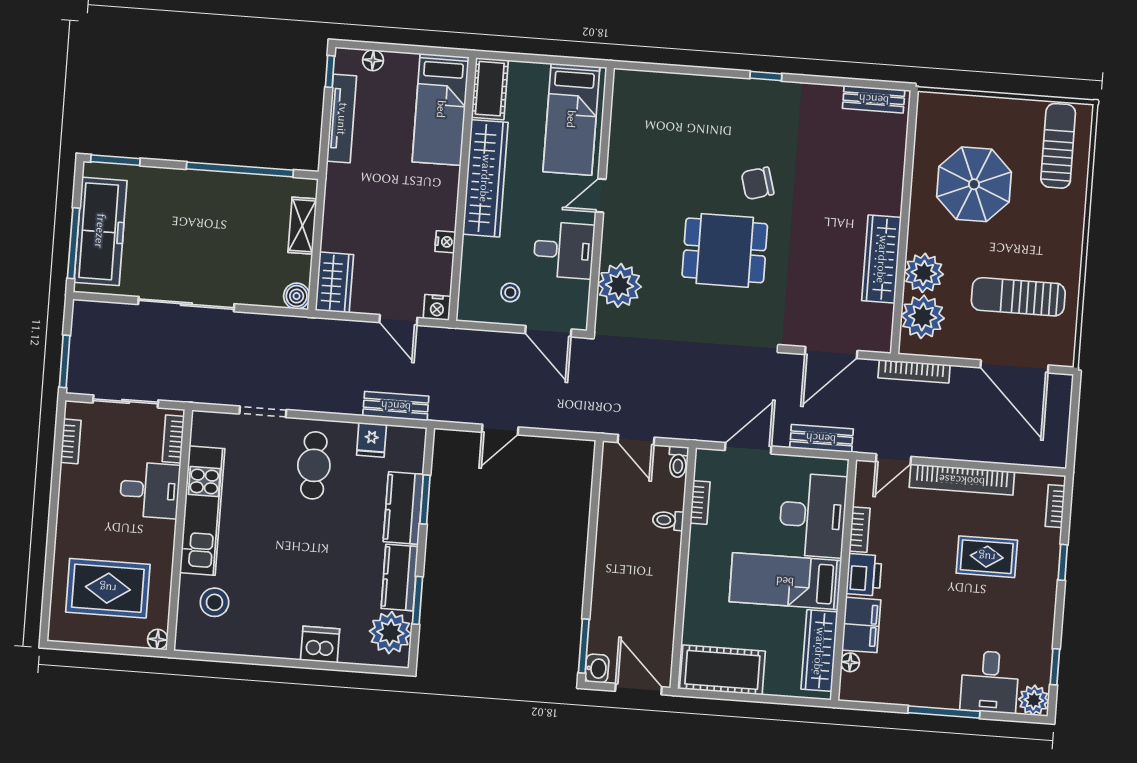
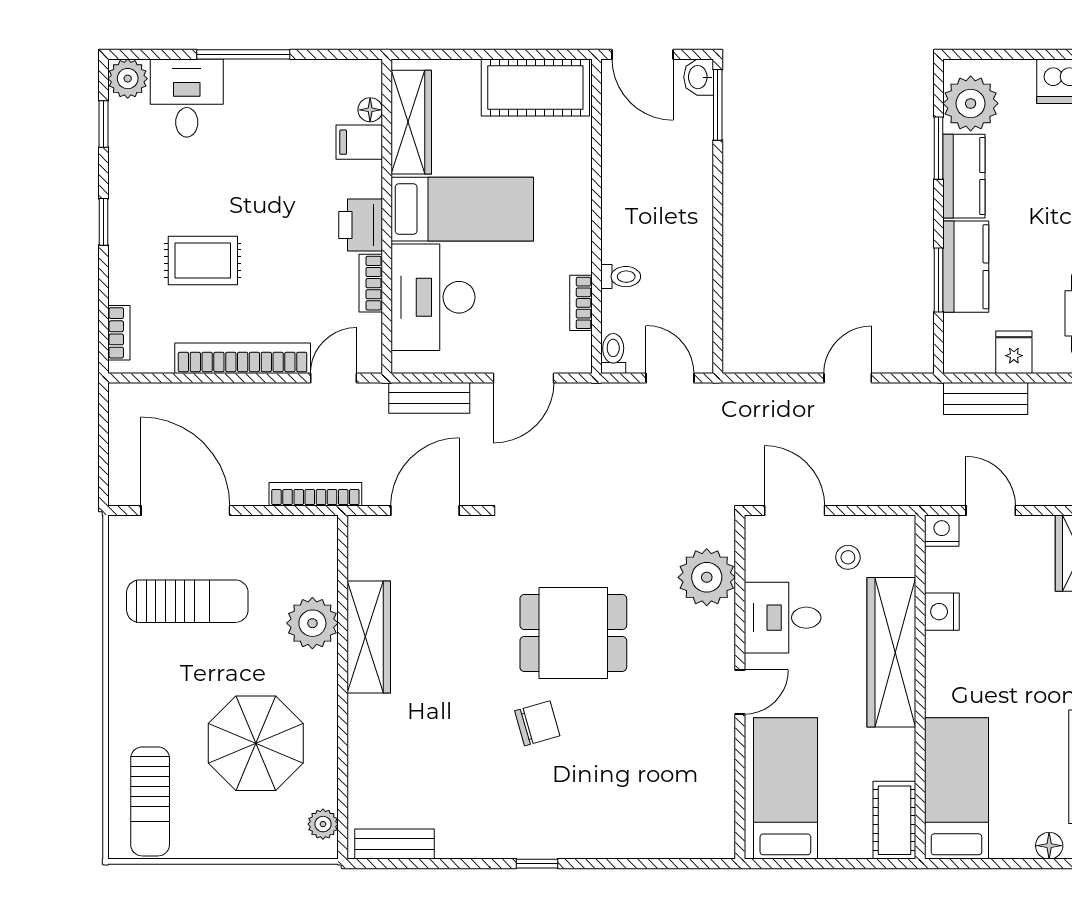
wardrobe: (485, 178) -> (891, 652), moved
nightstand: (445, 242) -> (942, 612), width x1.39, depth x1.35
plant: (923, 317) -> (323, 824), moved, width x0.53, depth x0.53
window: (1063, 562) -> (103, 222), moved
filing cabinet: (861, 625) -> (359, 142), width x0.50

